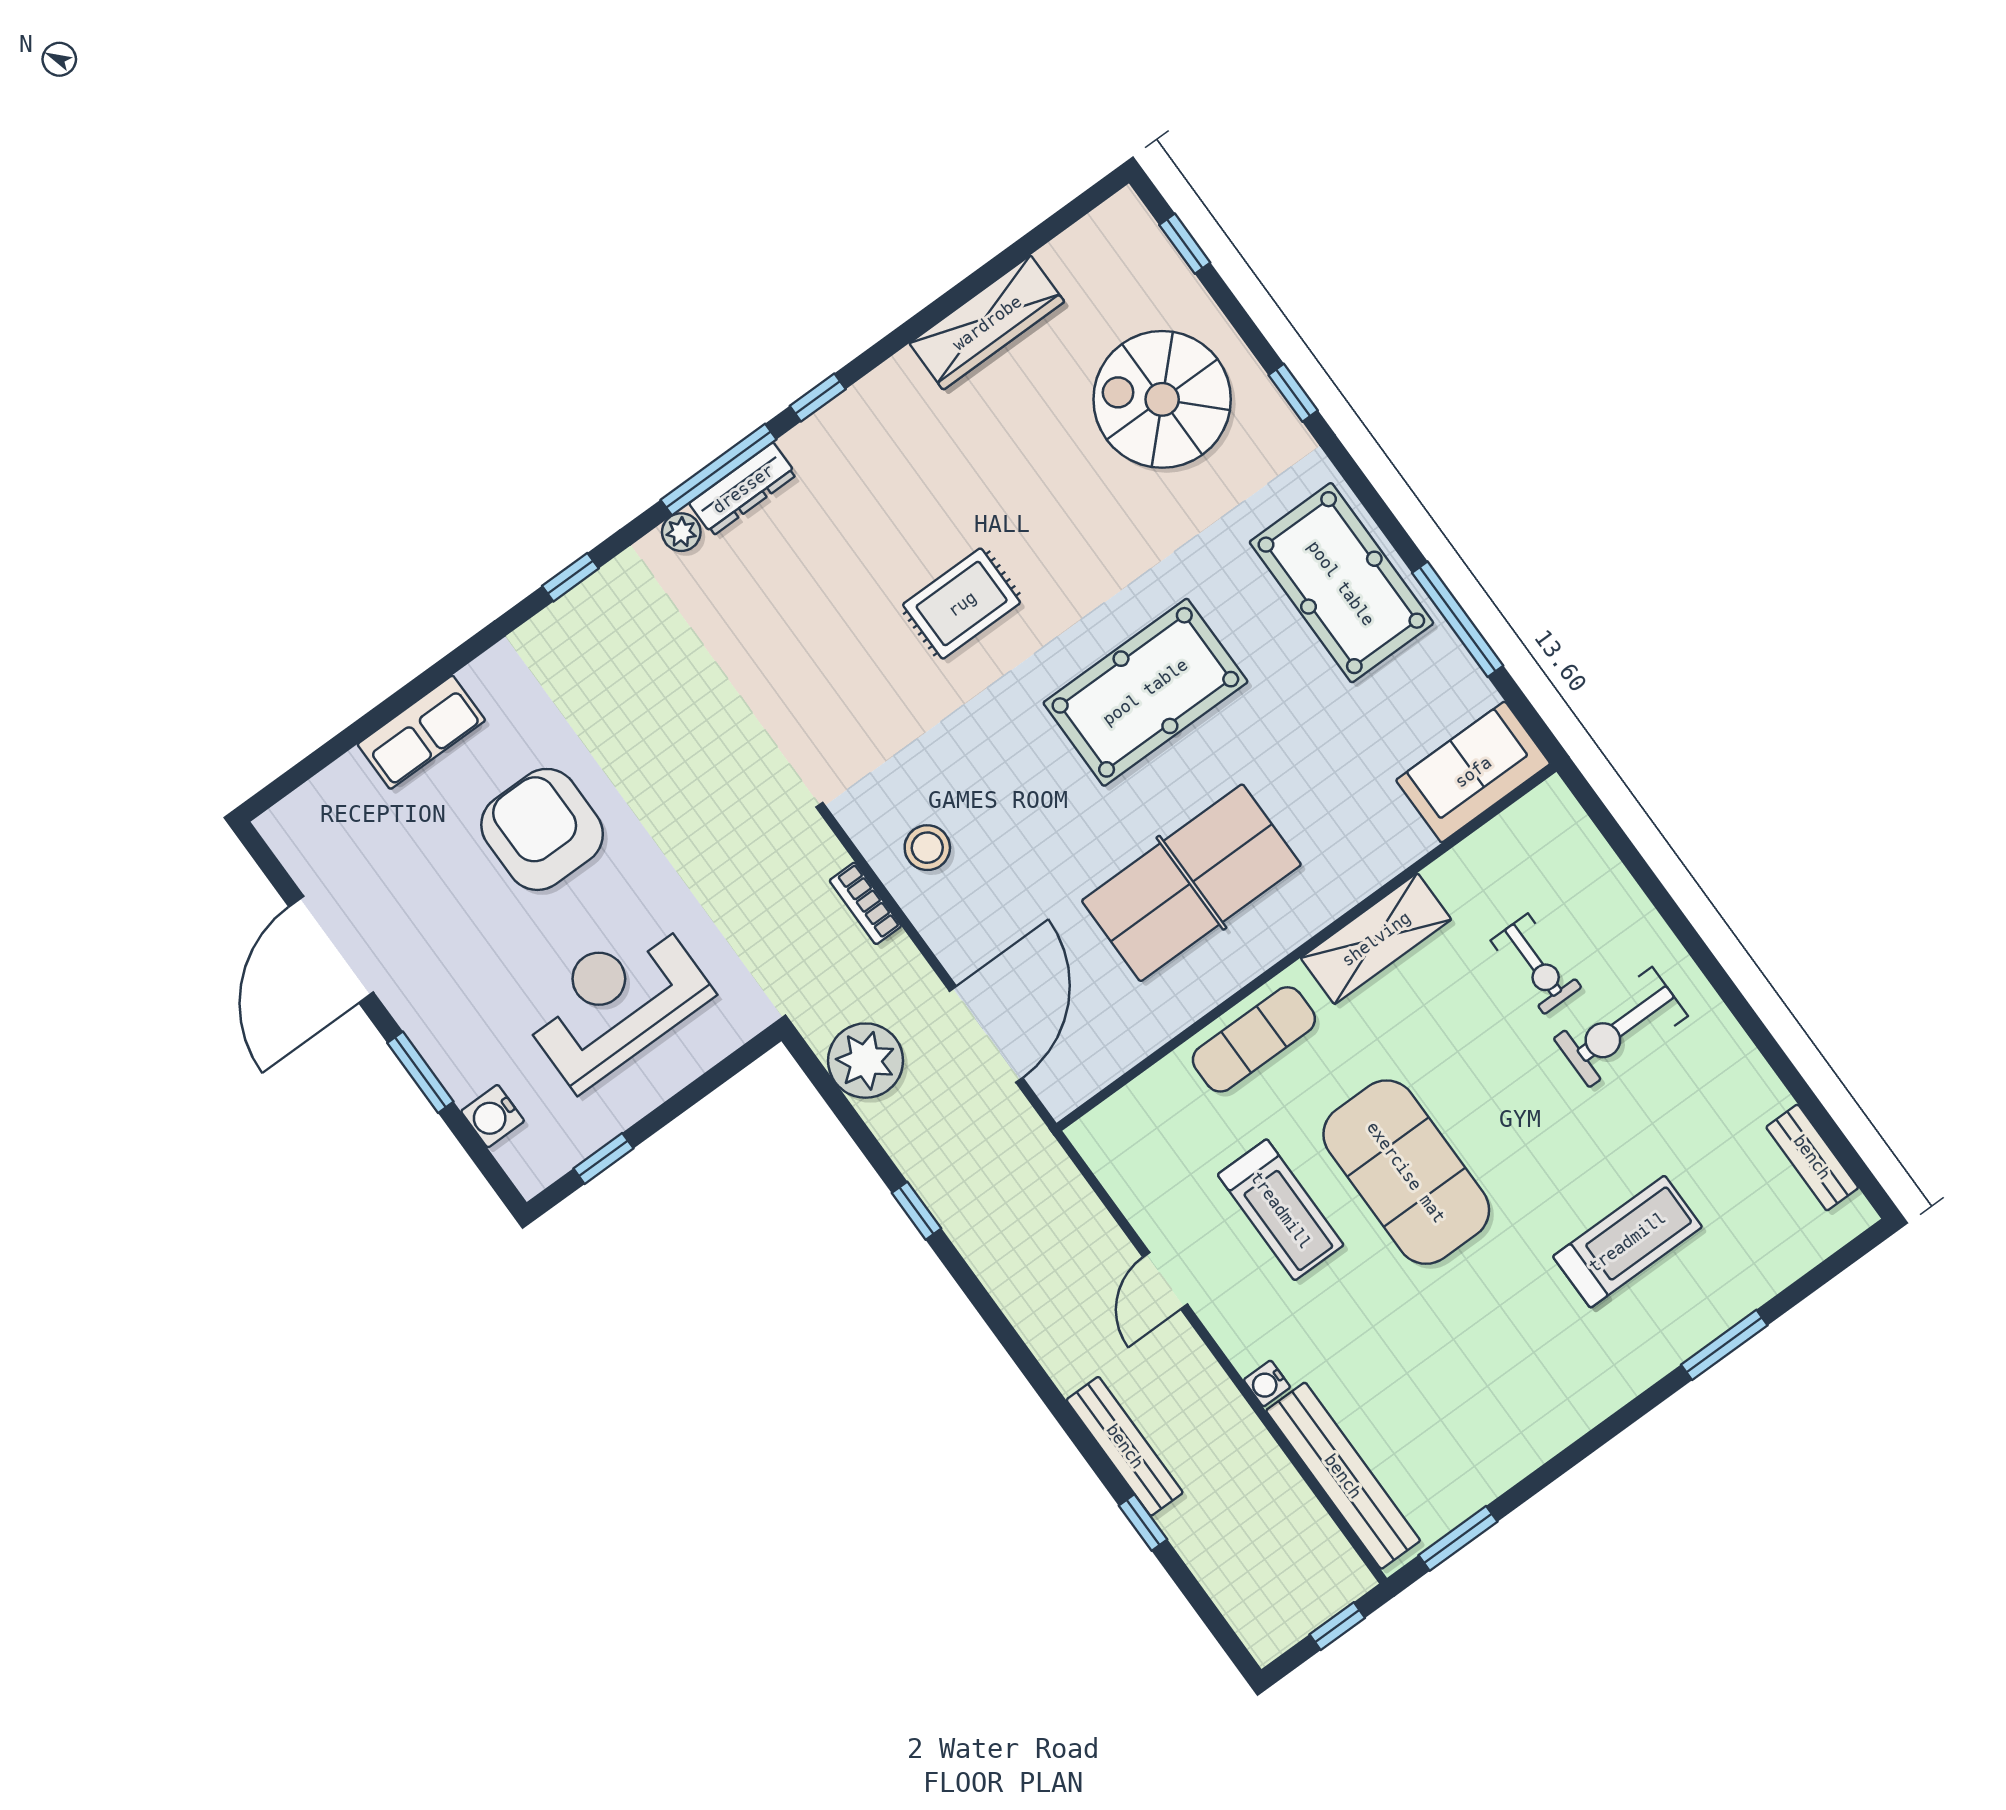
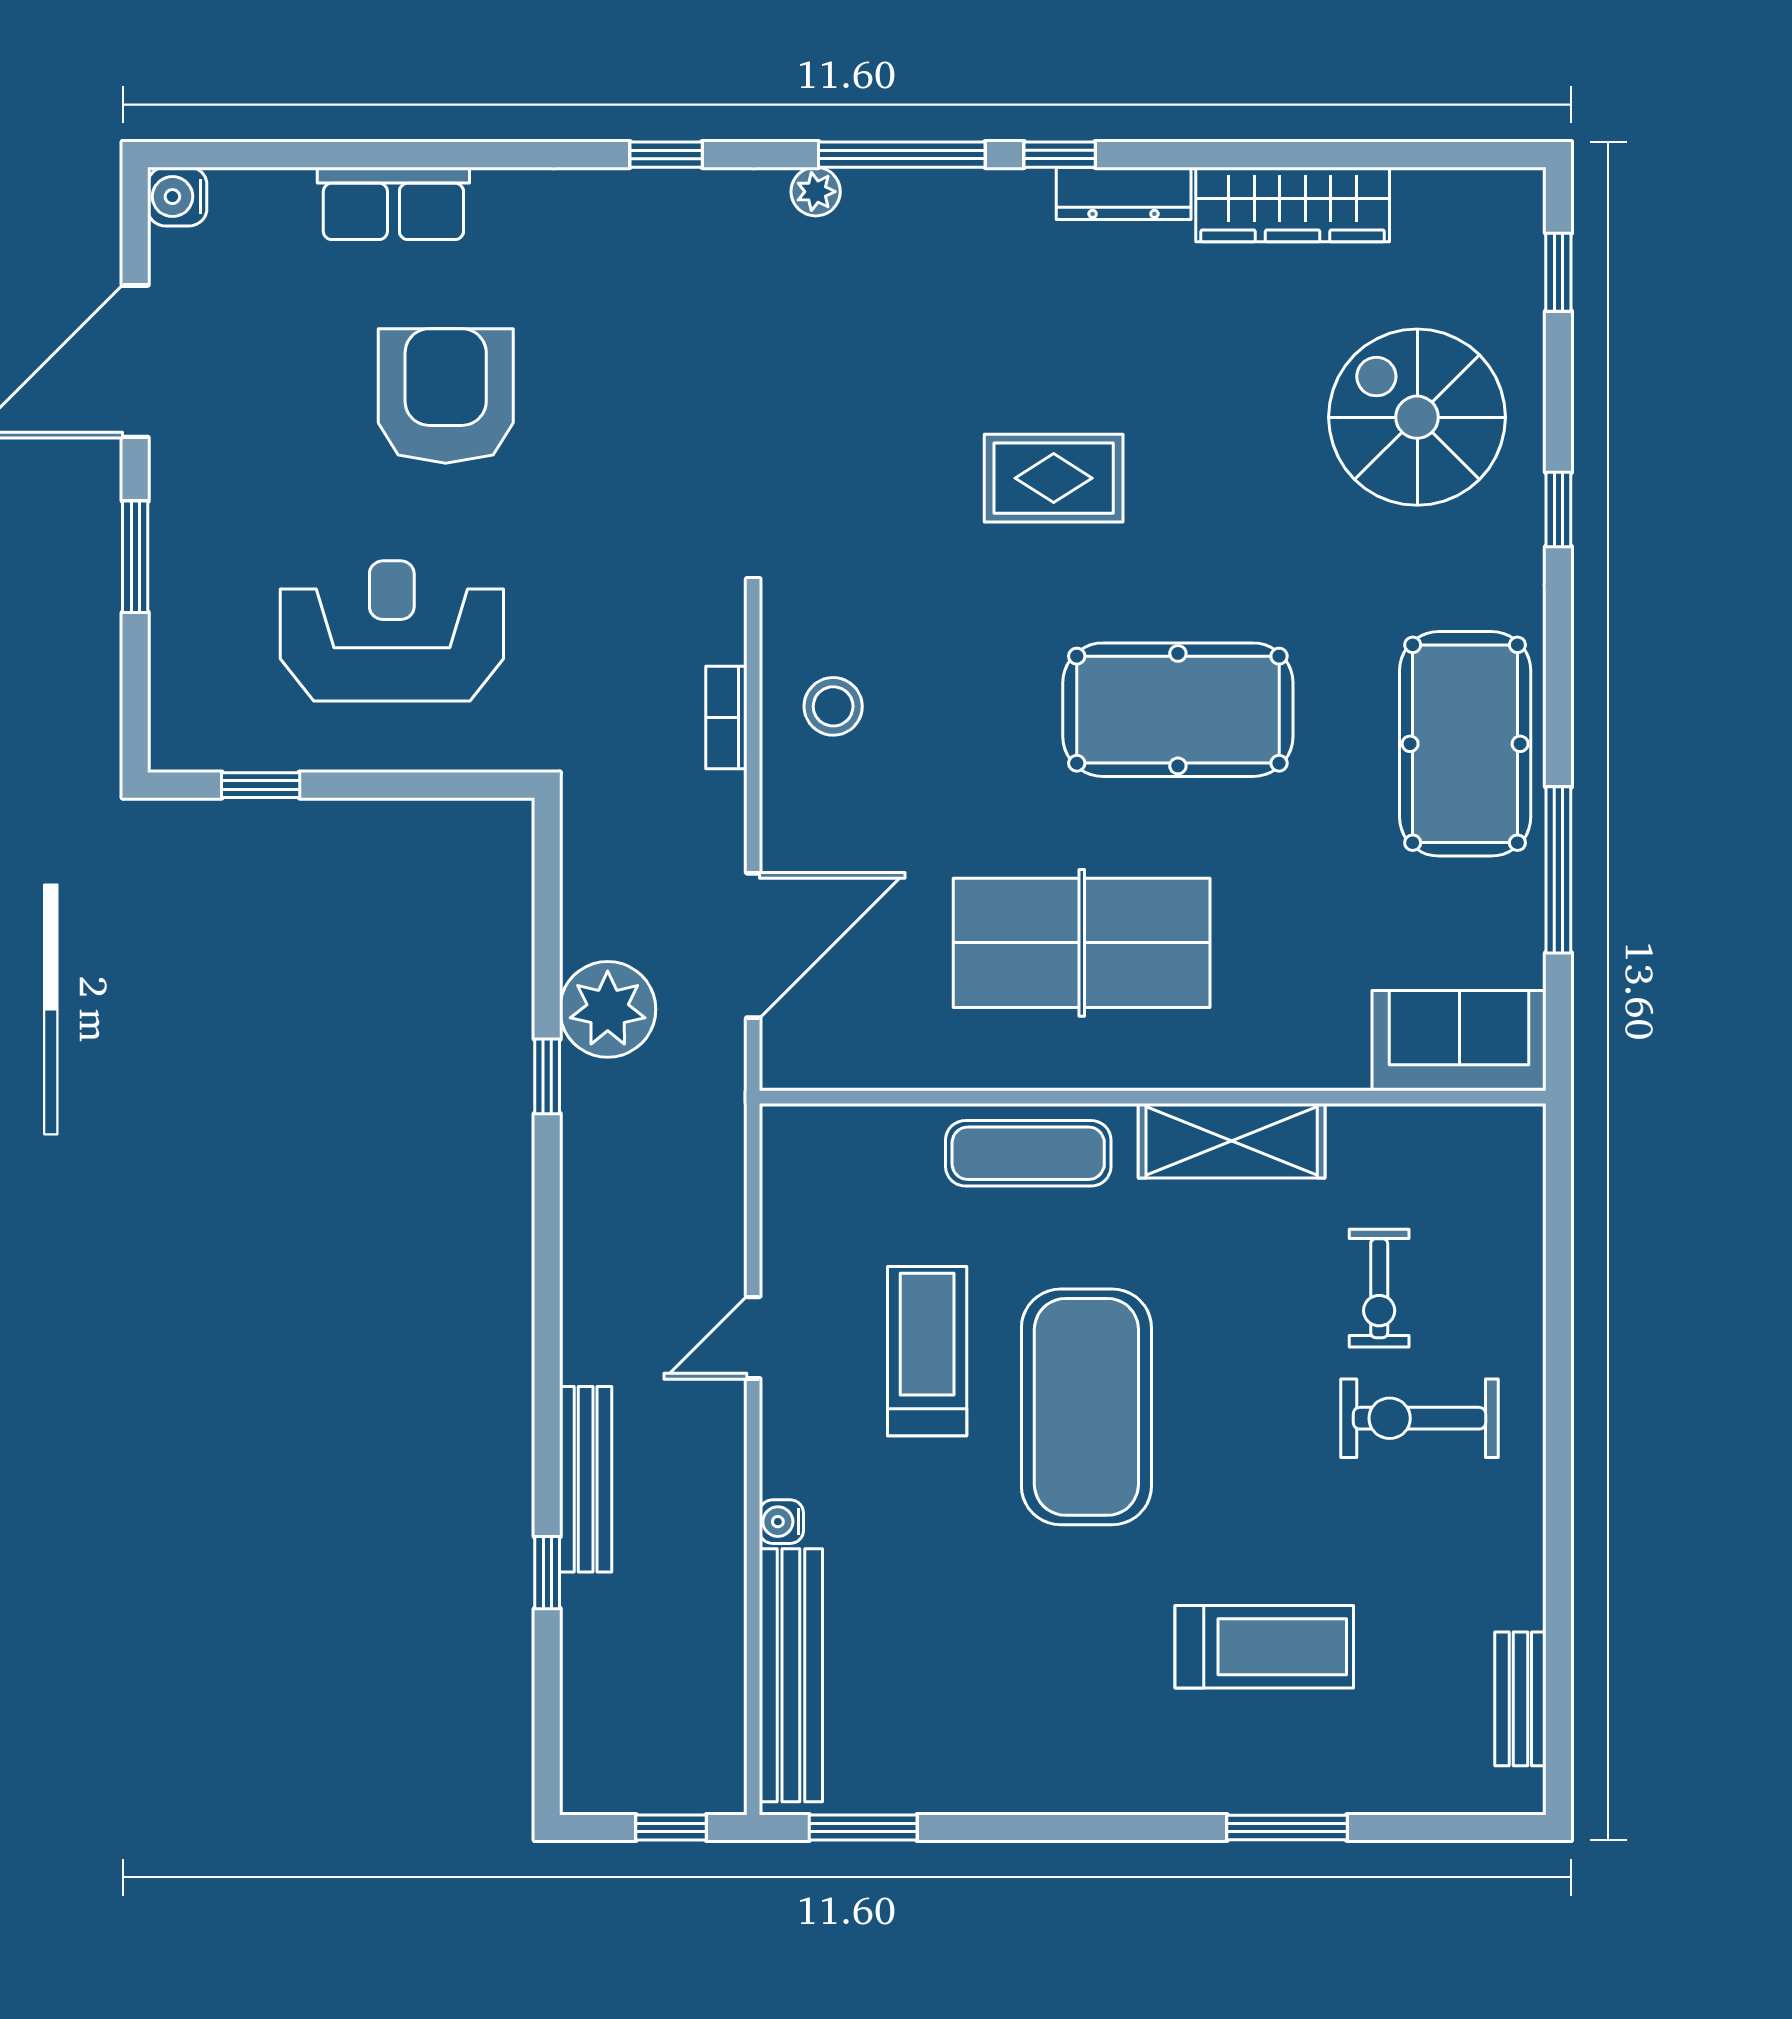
dresser: (743, 489) -> (1124, 193), moved
plant: (866, 1061) -> (608, 1009), moved
water cooler: (493, 1116) -> (177, 197), moved
treadmill: (1281, 1210) -> (927, 1351), turned 180

